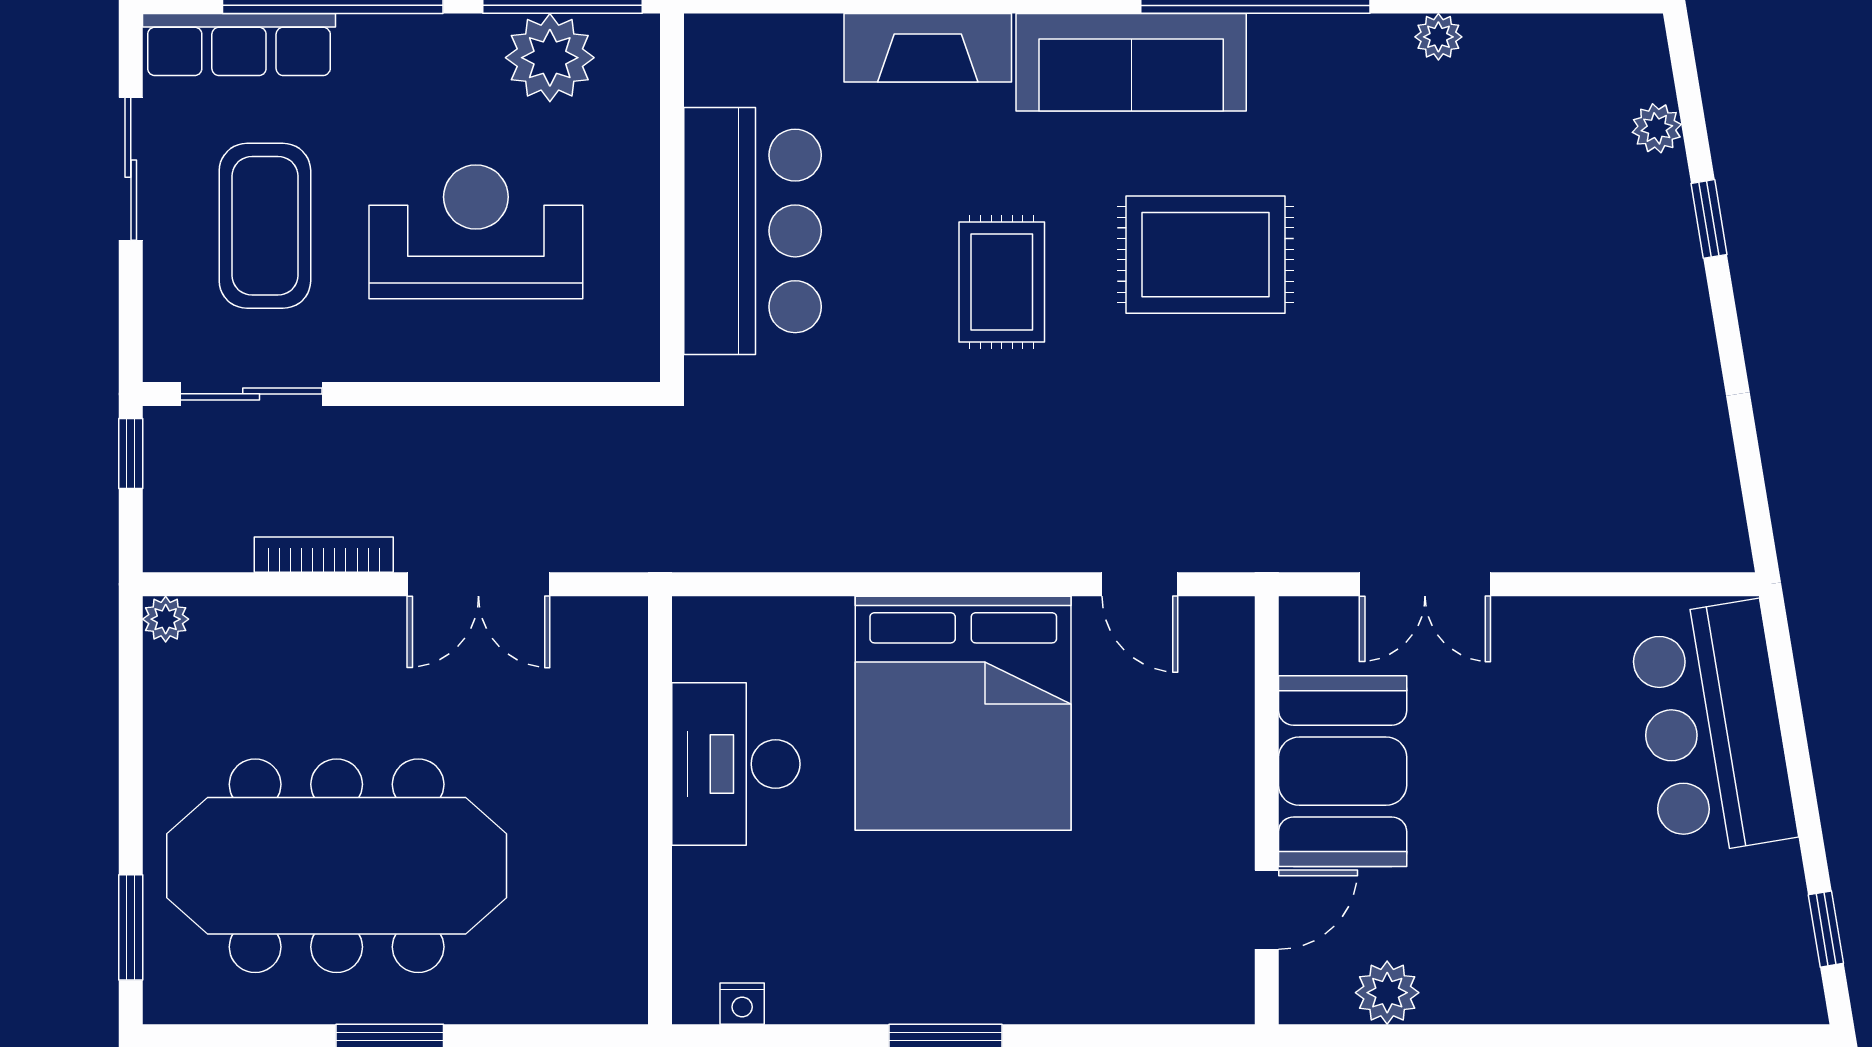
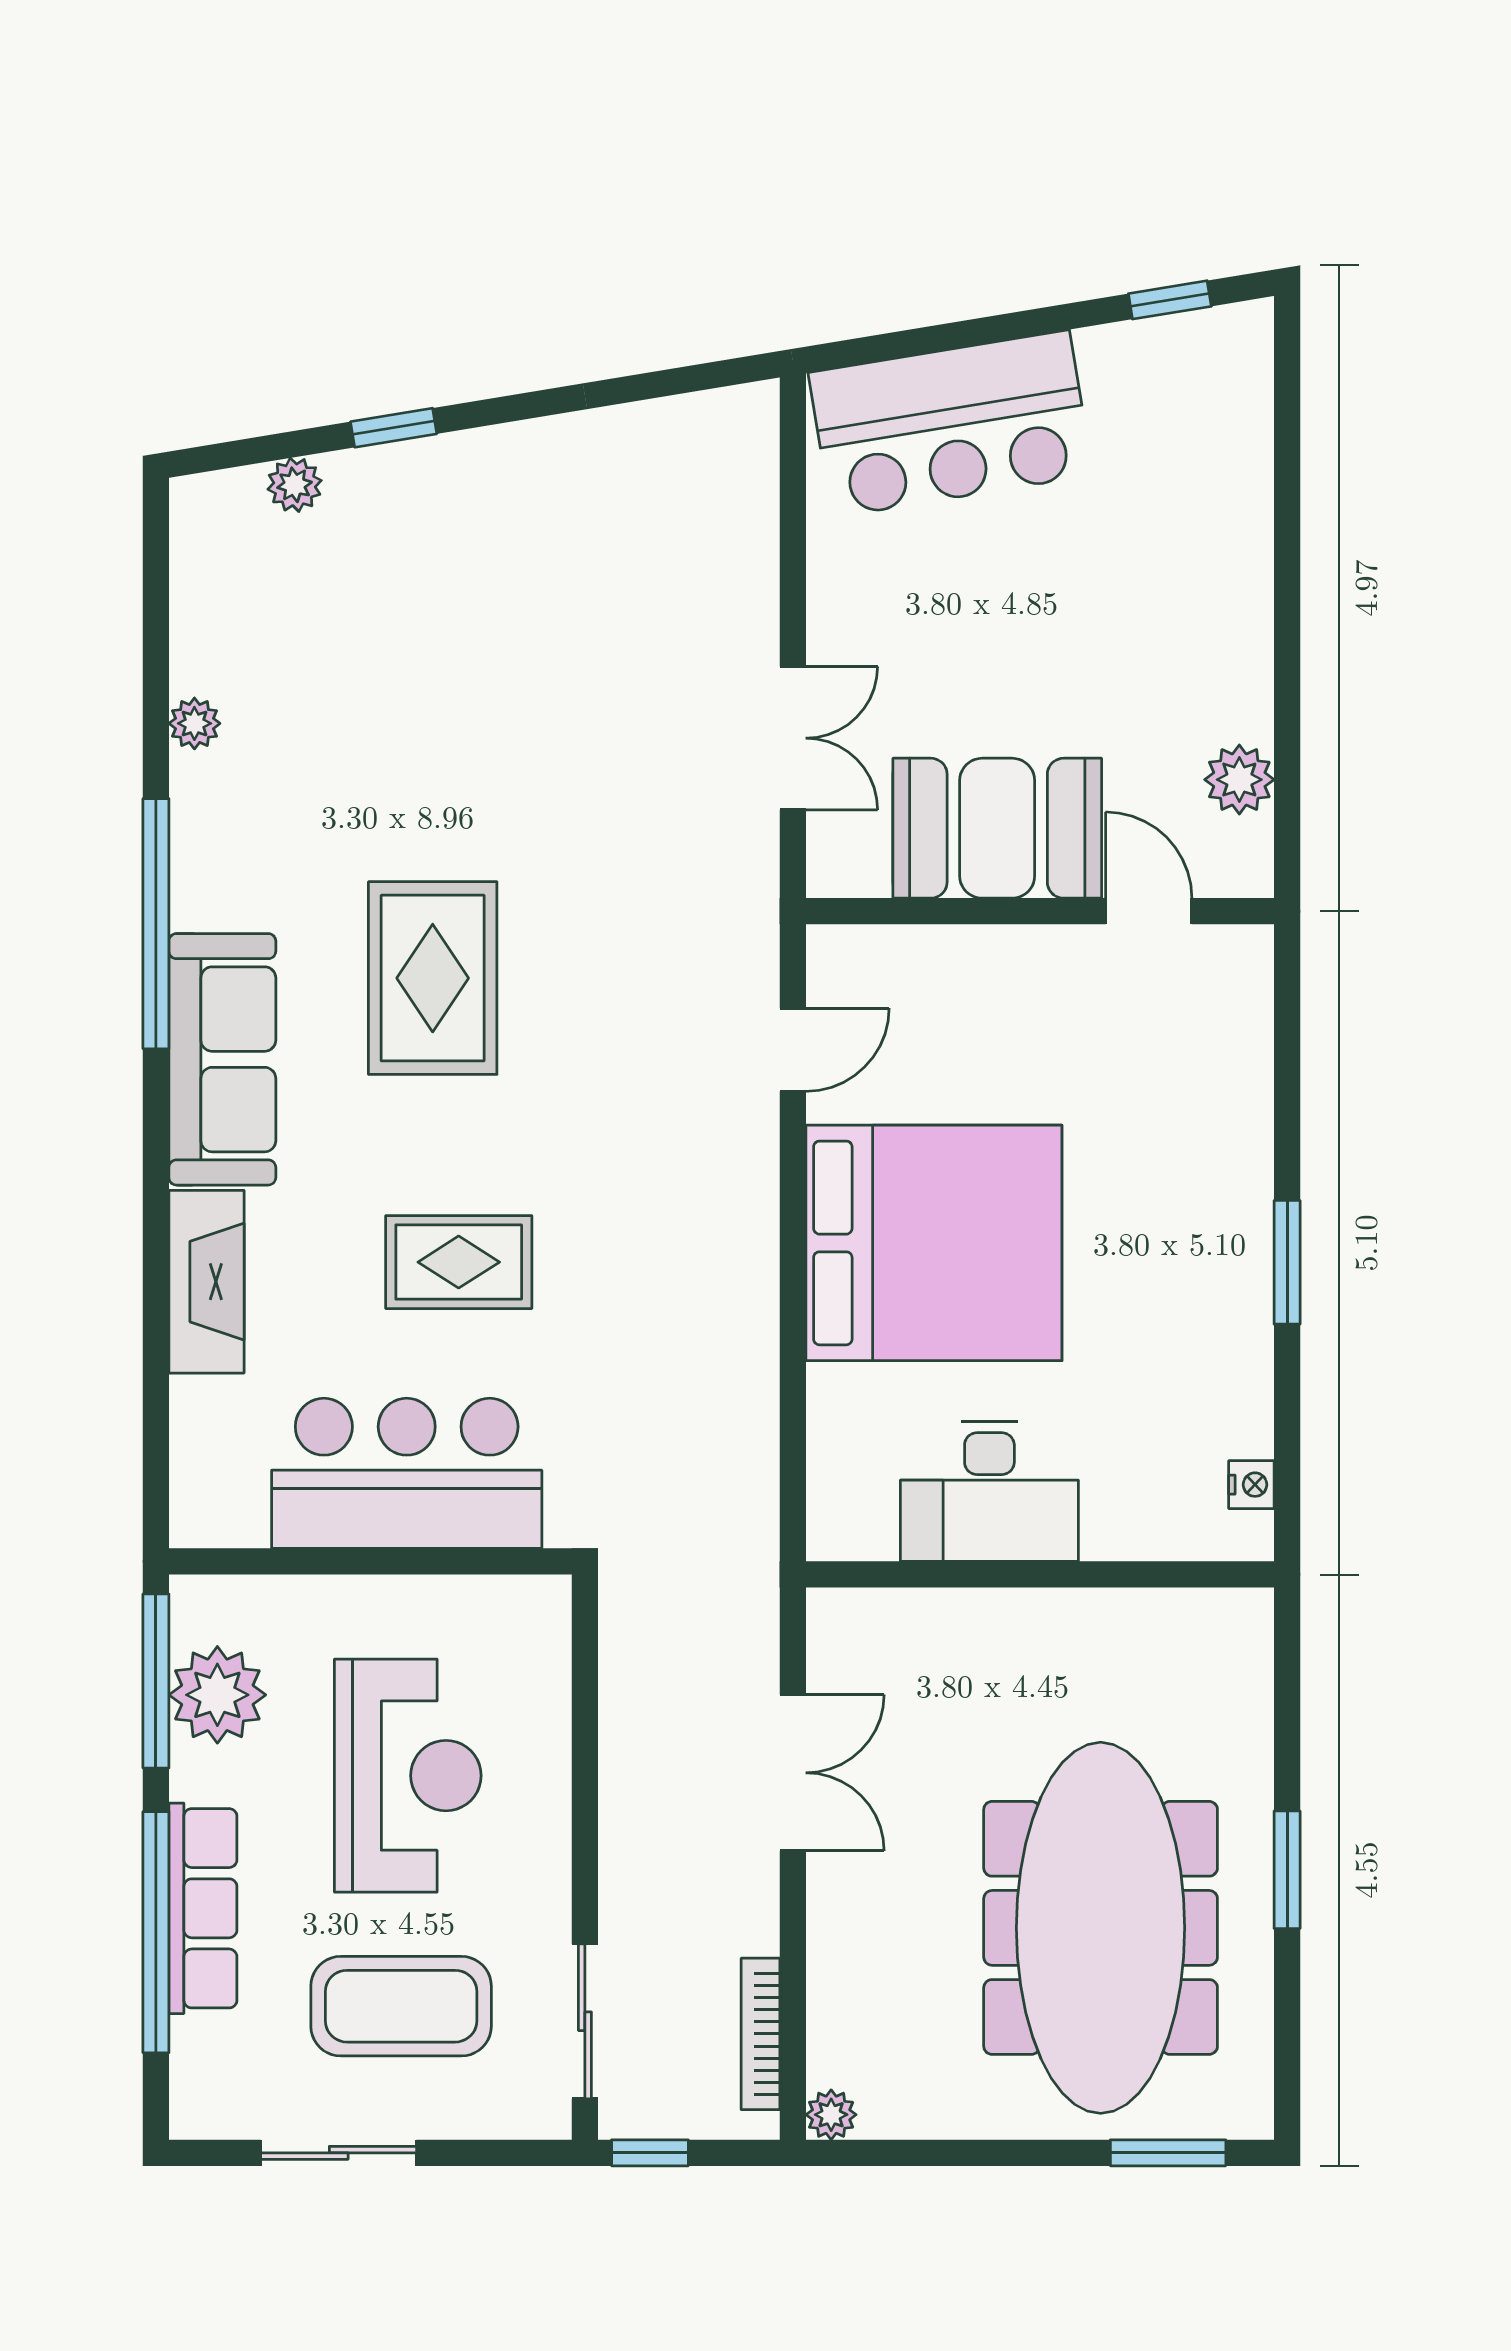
row of seats: (239, 44) -> (203, 1908), moved
reception desk: (476, 232) -> (408, 1776), turned 180
rug: (1002, 282) -> (459, 1262), moved
bookcase: (324, 555) -> (761, 2034), moved

